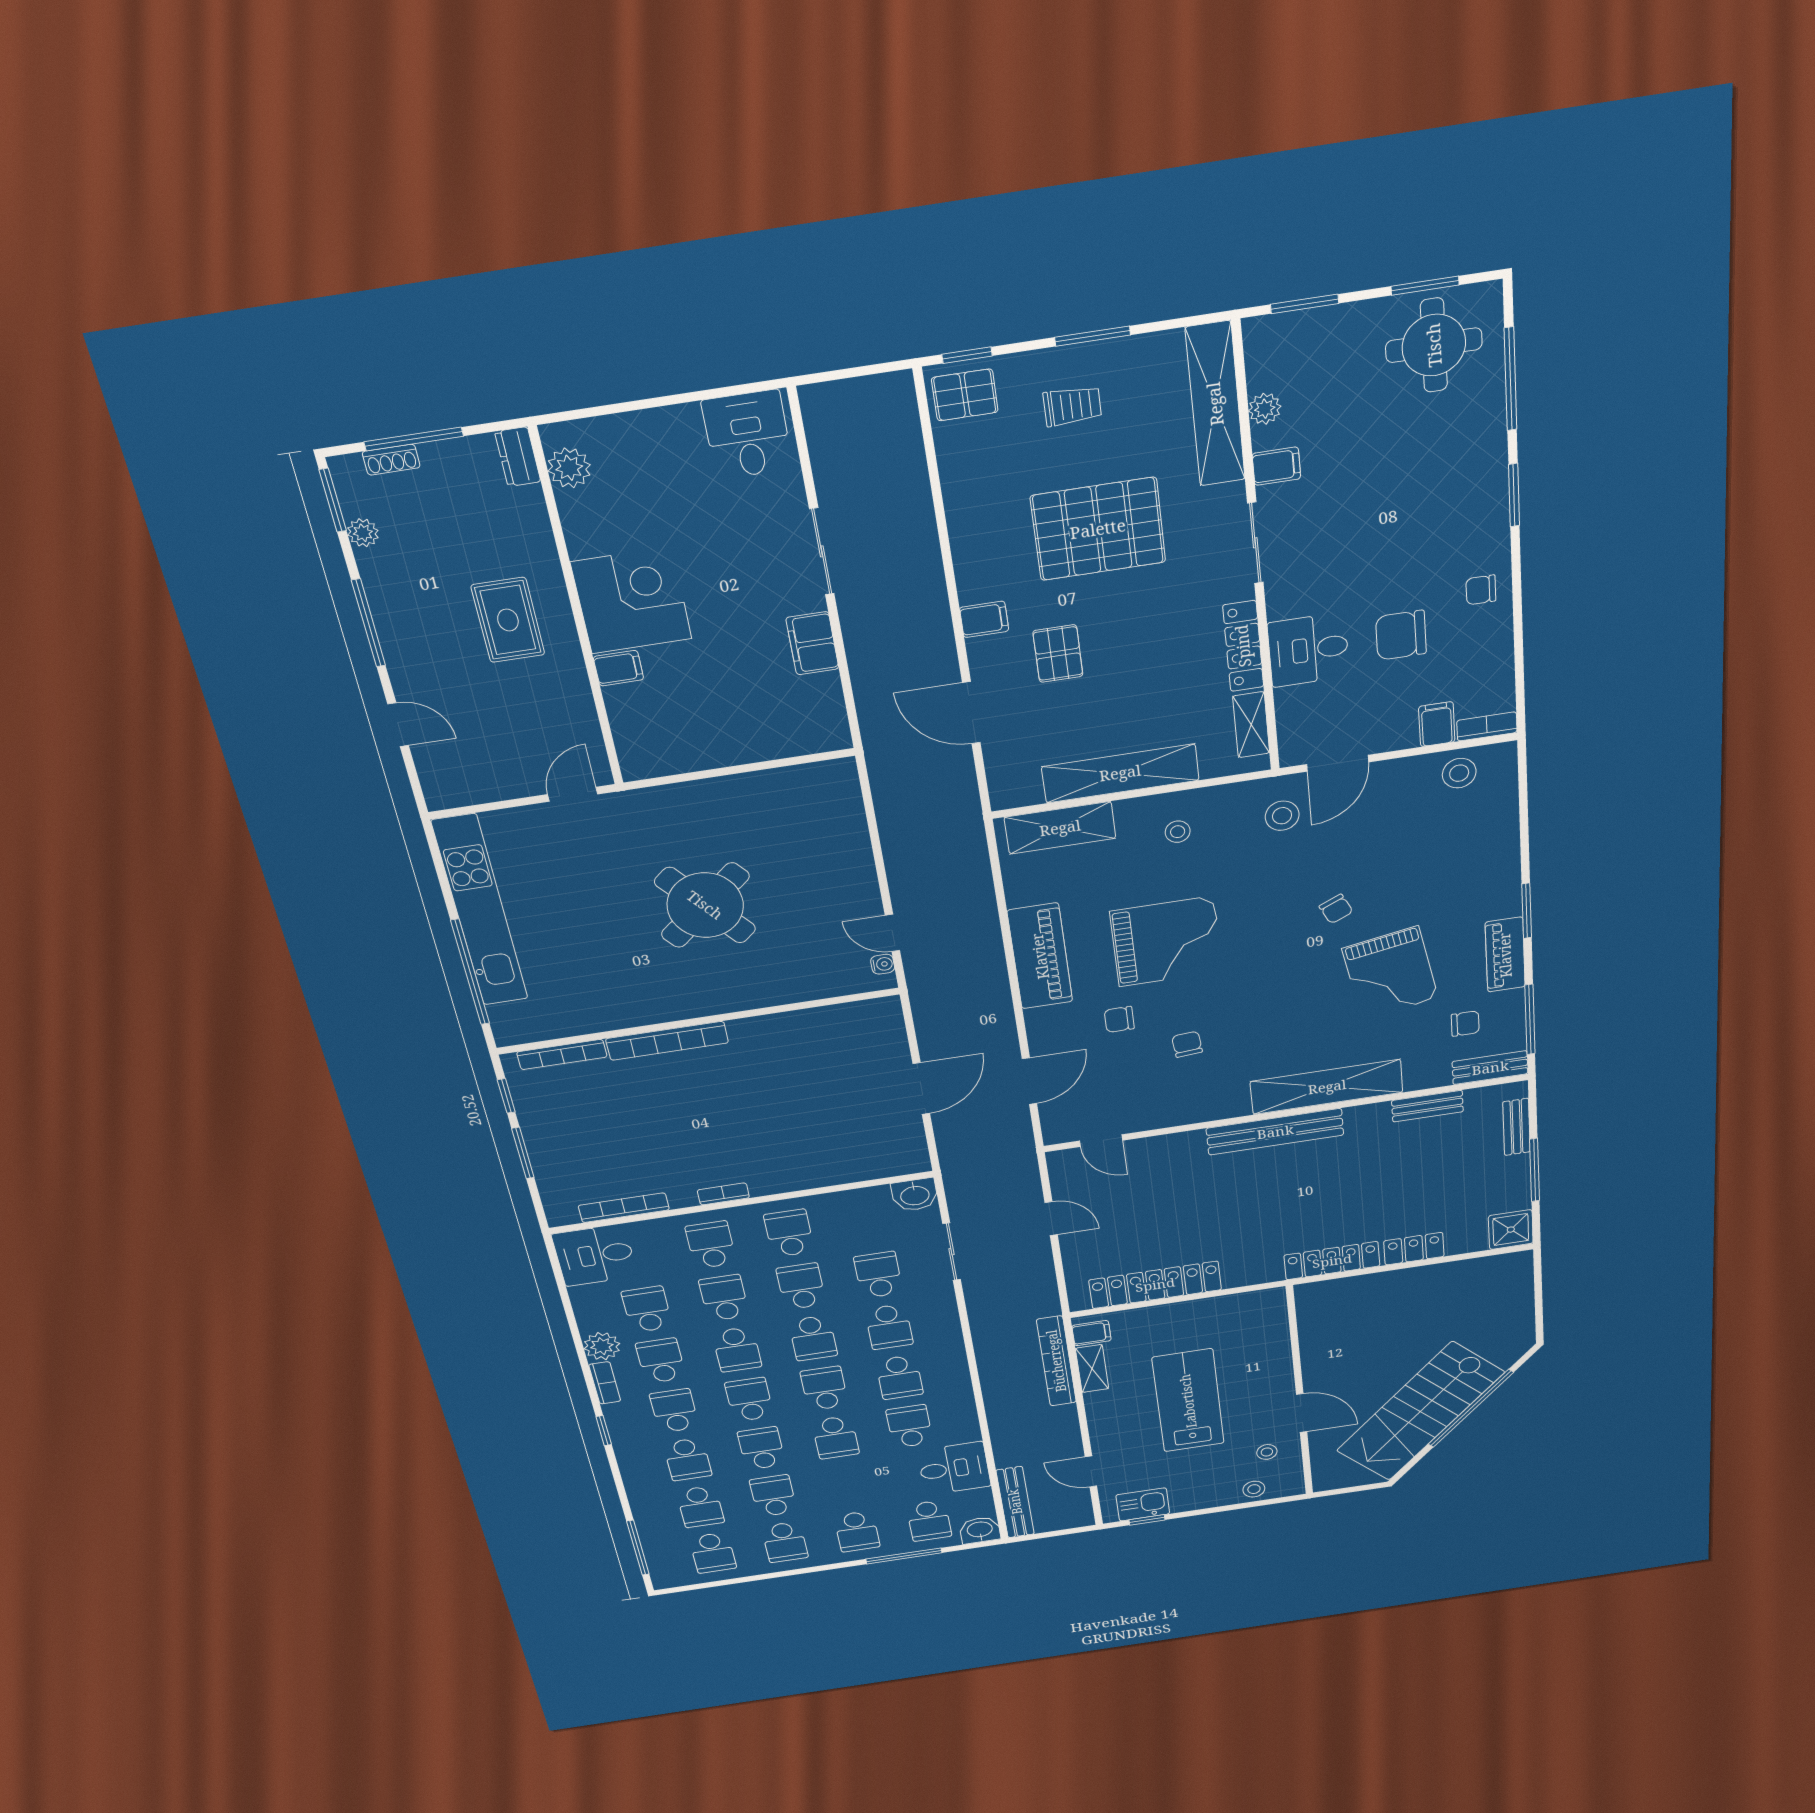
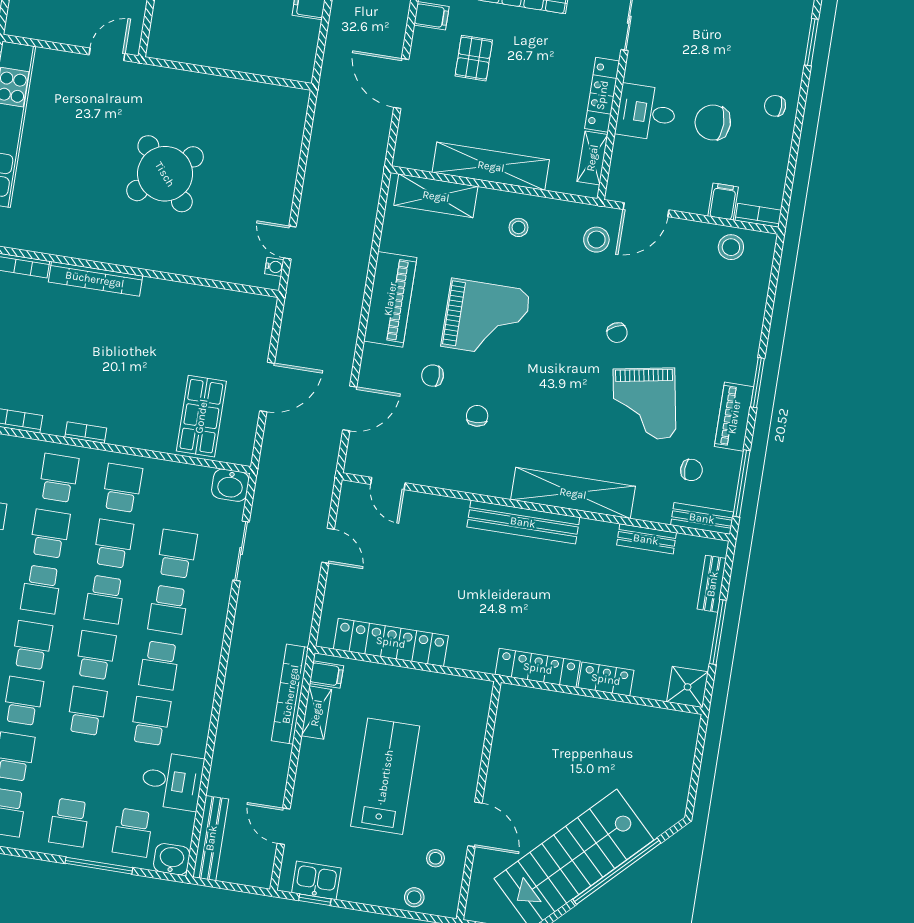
shop shelf: (854, 1139) -> (201, 416), added
school desk: (835, 1437) -> (87, 711), turned 180

